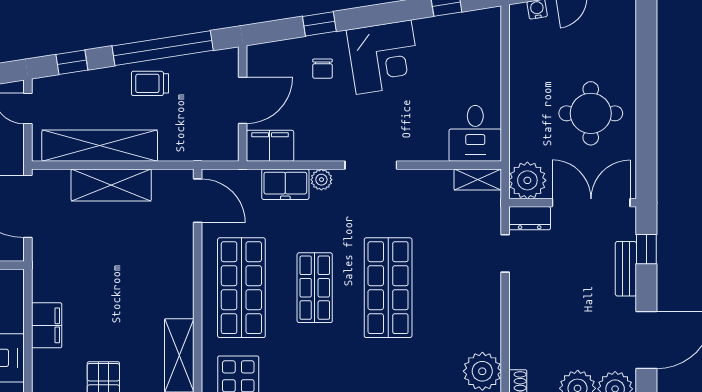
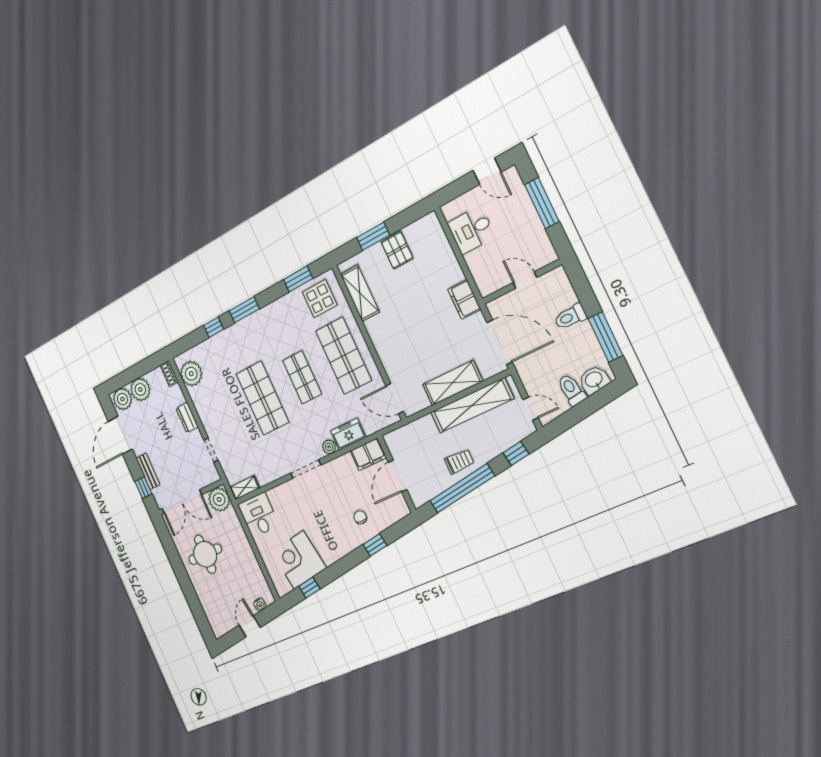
corner desk: (384, 57) -> (299, 560), moved
dresser: (530, 218) -> (187, 418), moved, turned -90
filing cabinet: (47, 325) -> (464, 299), moved

